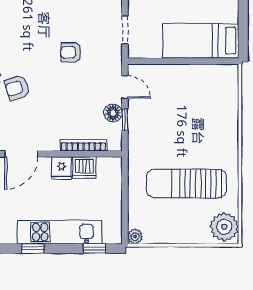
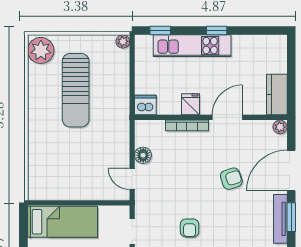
armchair: (71, 52) -> (190, 228), moved, turned 90
window: (125, 120) -> (132, 149), removed
bookcase: (84, 145) -> (187, 125), moved
dishwasher: (84, 167) -> (145, 105), moved
sun lounger: (186, 184) -> (76, 90), turned 90

